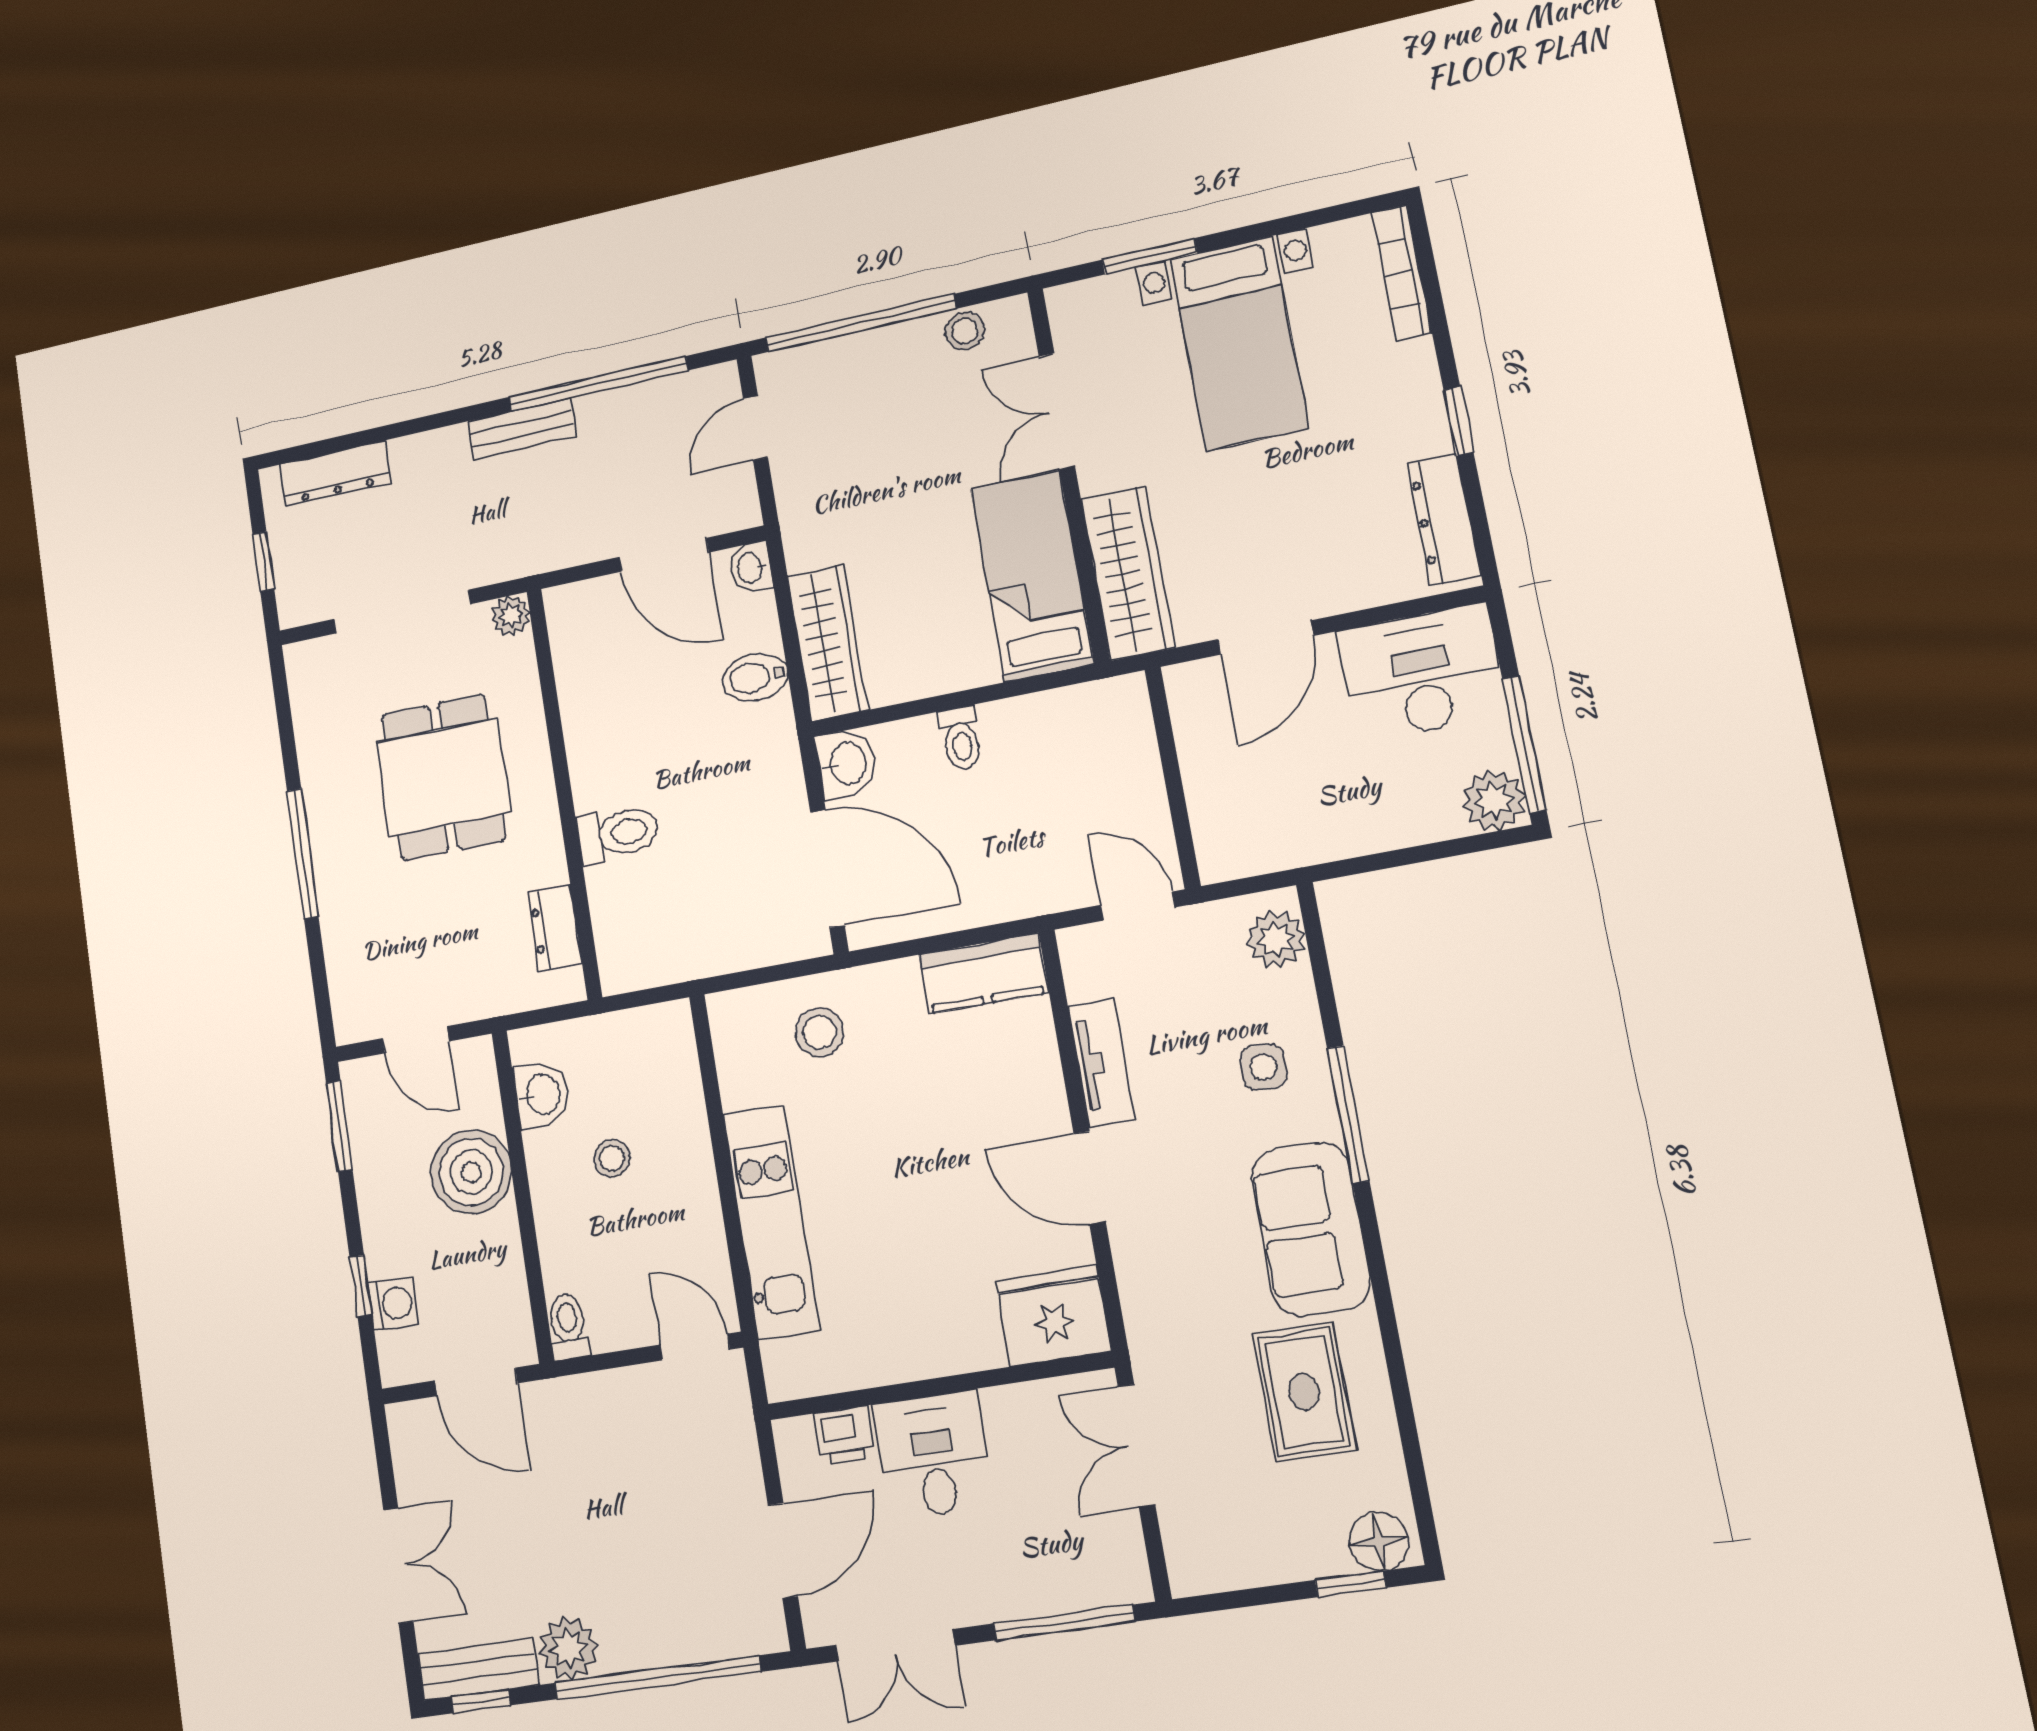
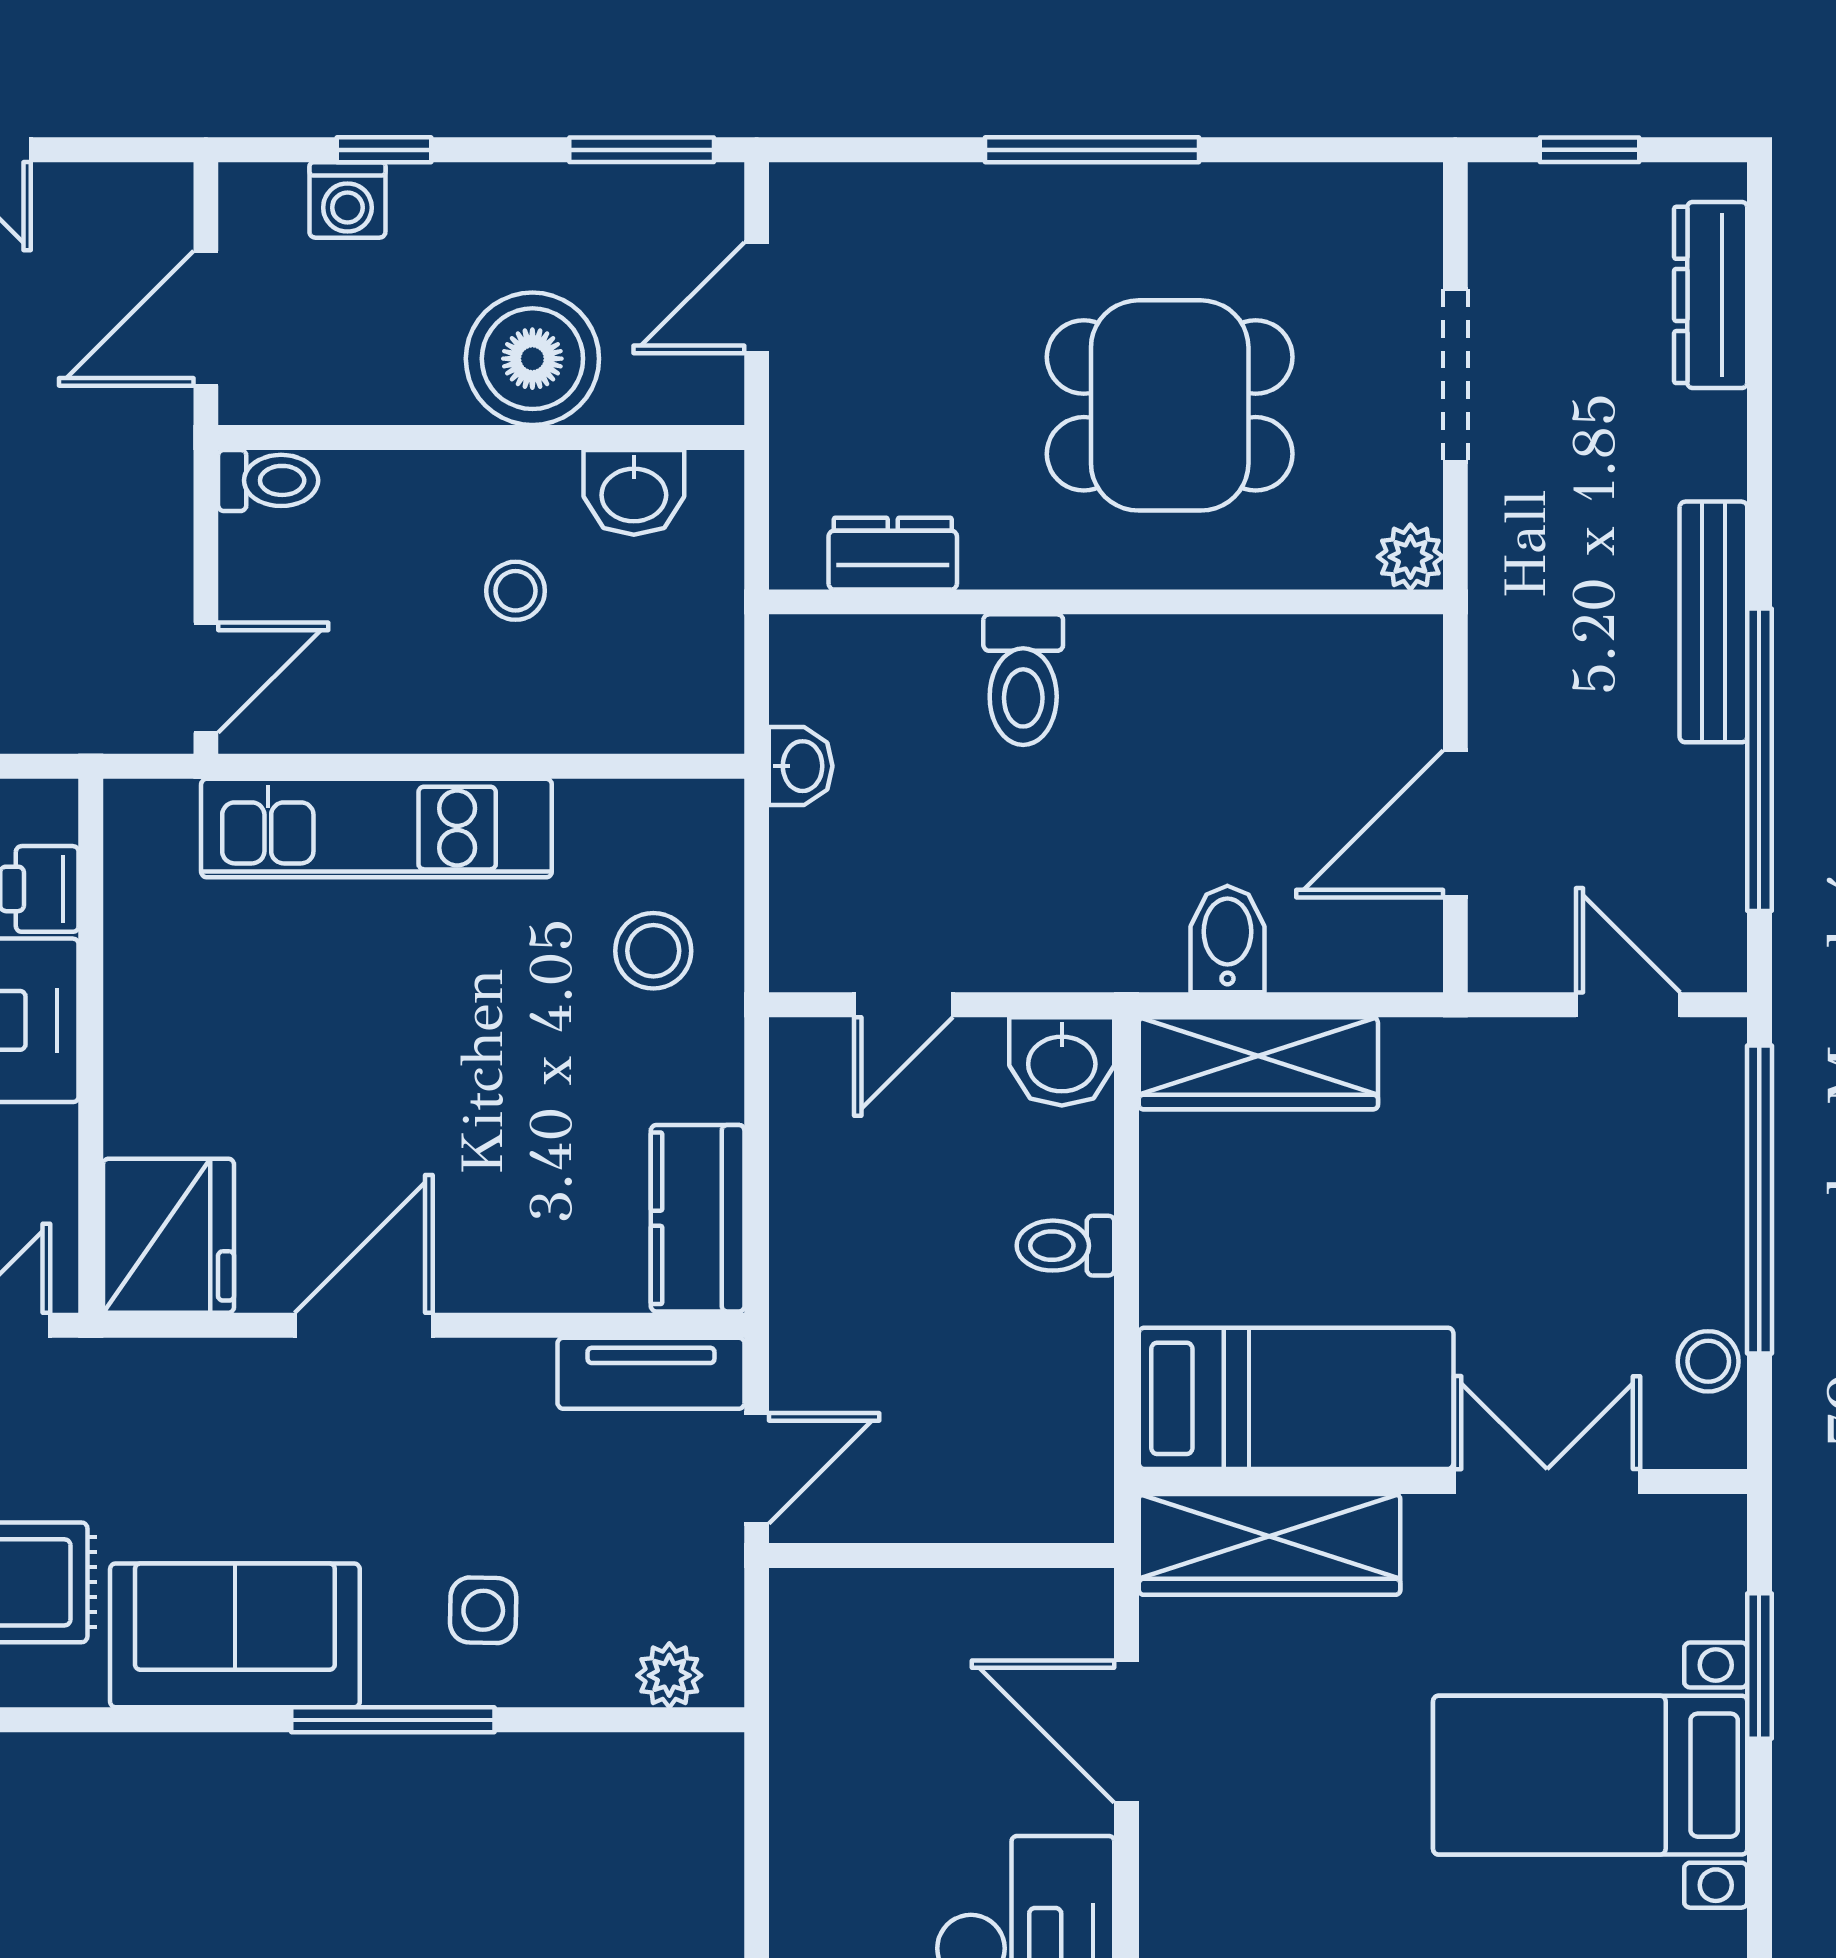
bench: (522, 429) -> (1713, 622), width x1.36
washbasin: (751, 568) -> (801, 766), moved, turned 90
doorway: (402, 612) -> (1455, 376), width x0.73
door: (827, 869) -> (903, 1005), width x0.53
plant: (1276, 939) -> (669, 1675), width x0.73, depth x0.73
tv unit: (1102, 1063) -> (651, 1373), moved

